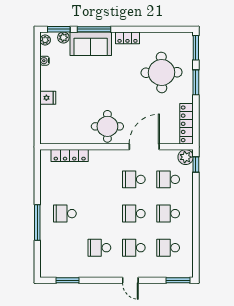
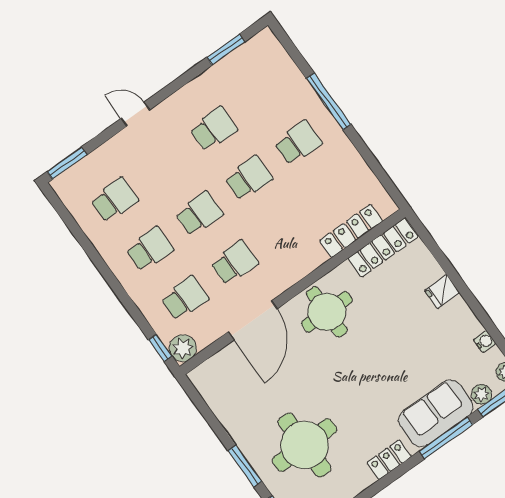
locker: (186, 124) -> (383, 247), moved, turned 90
school desk: (134, 248) -> (249, 178), moved

